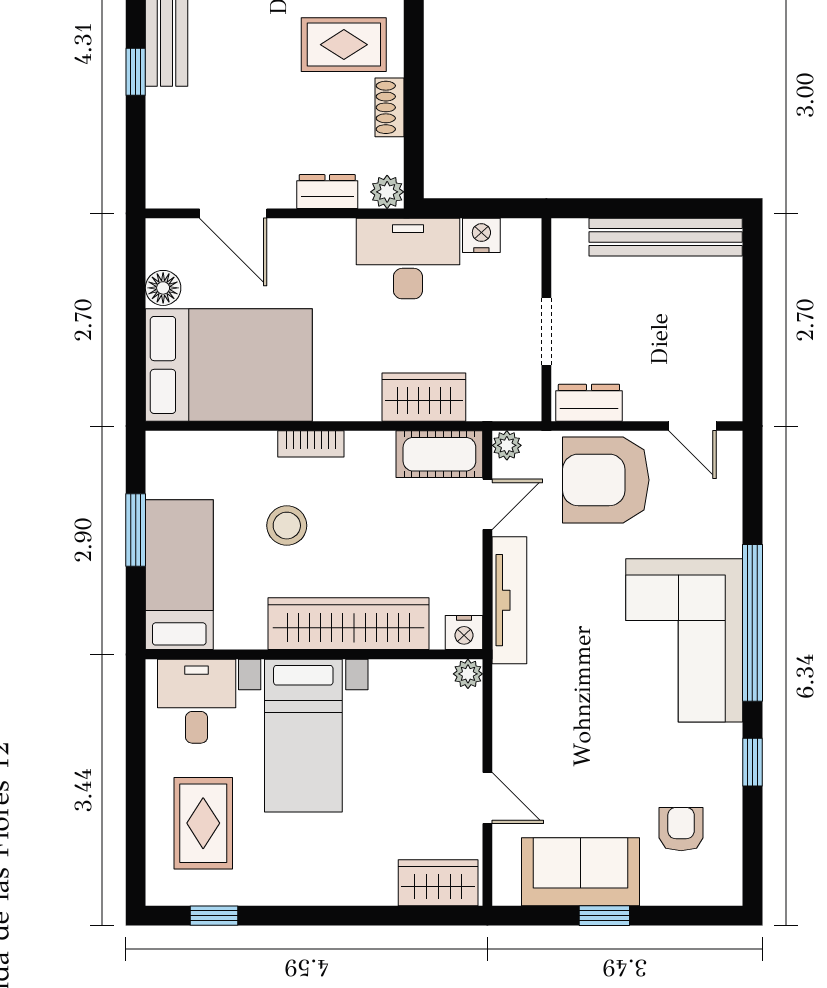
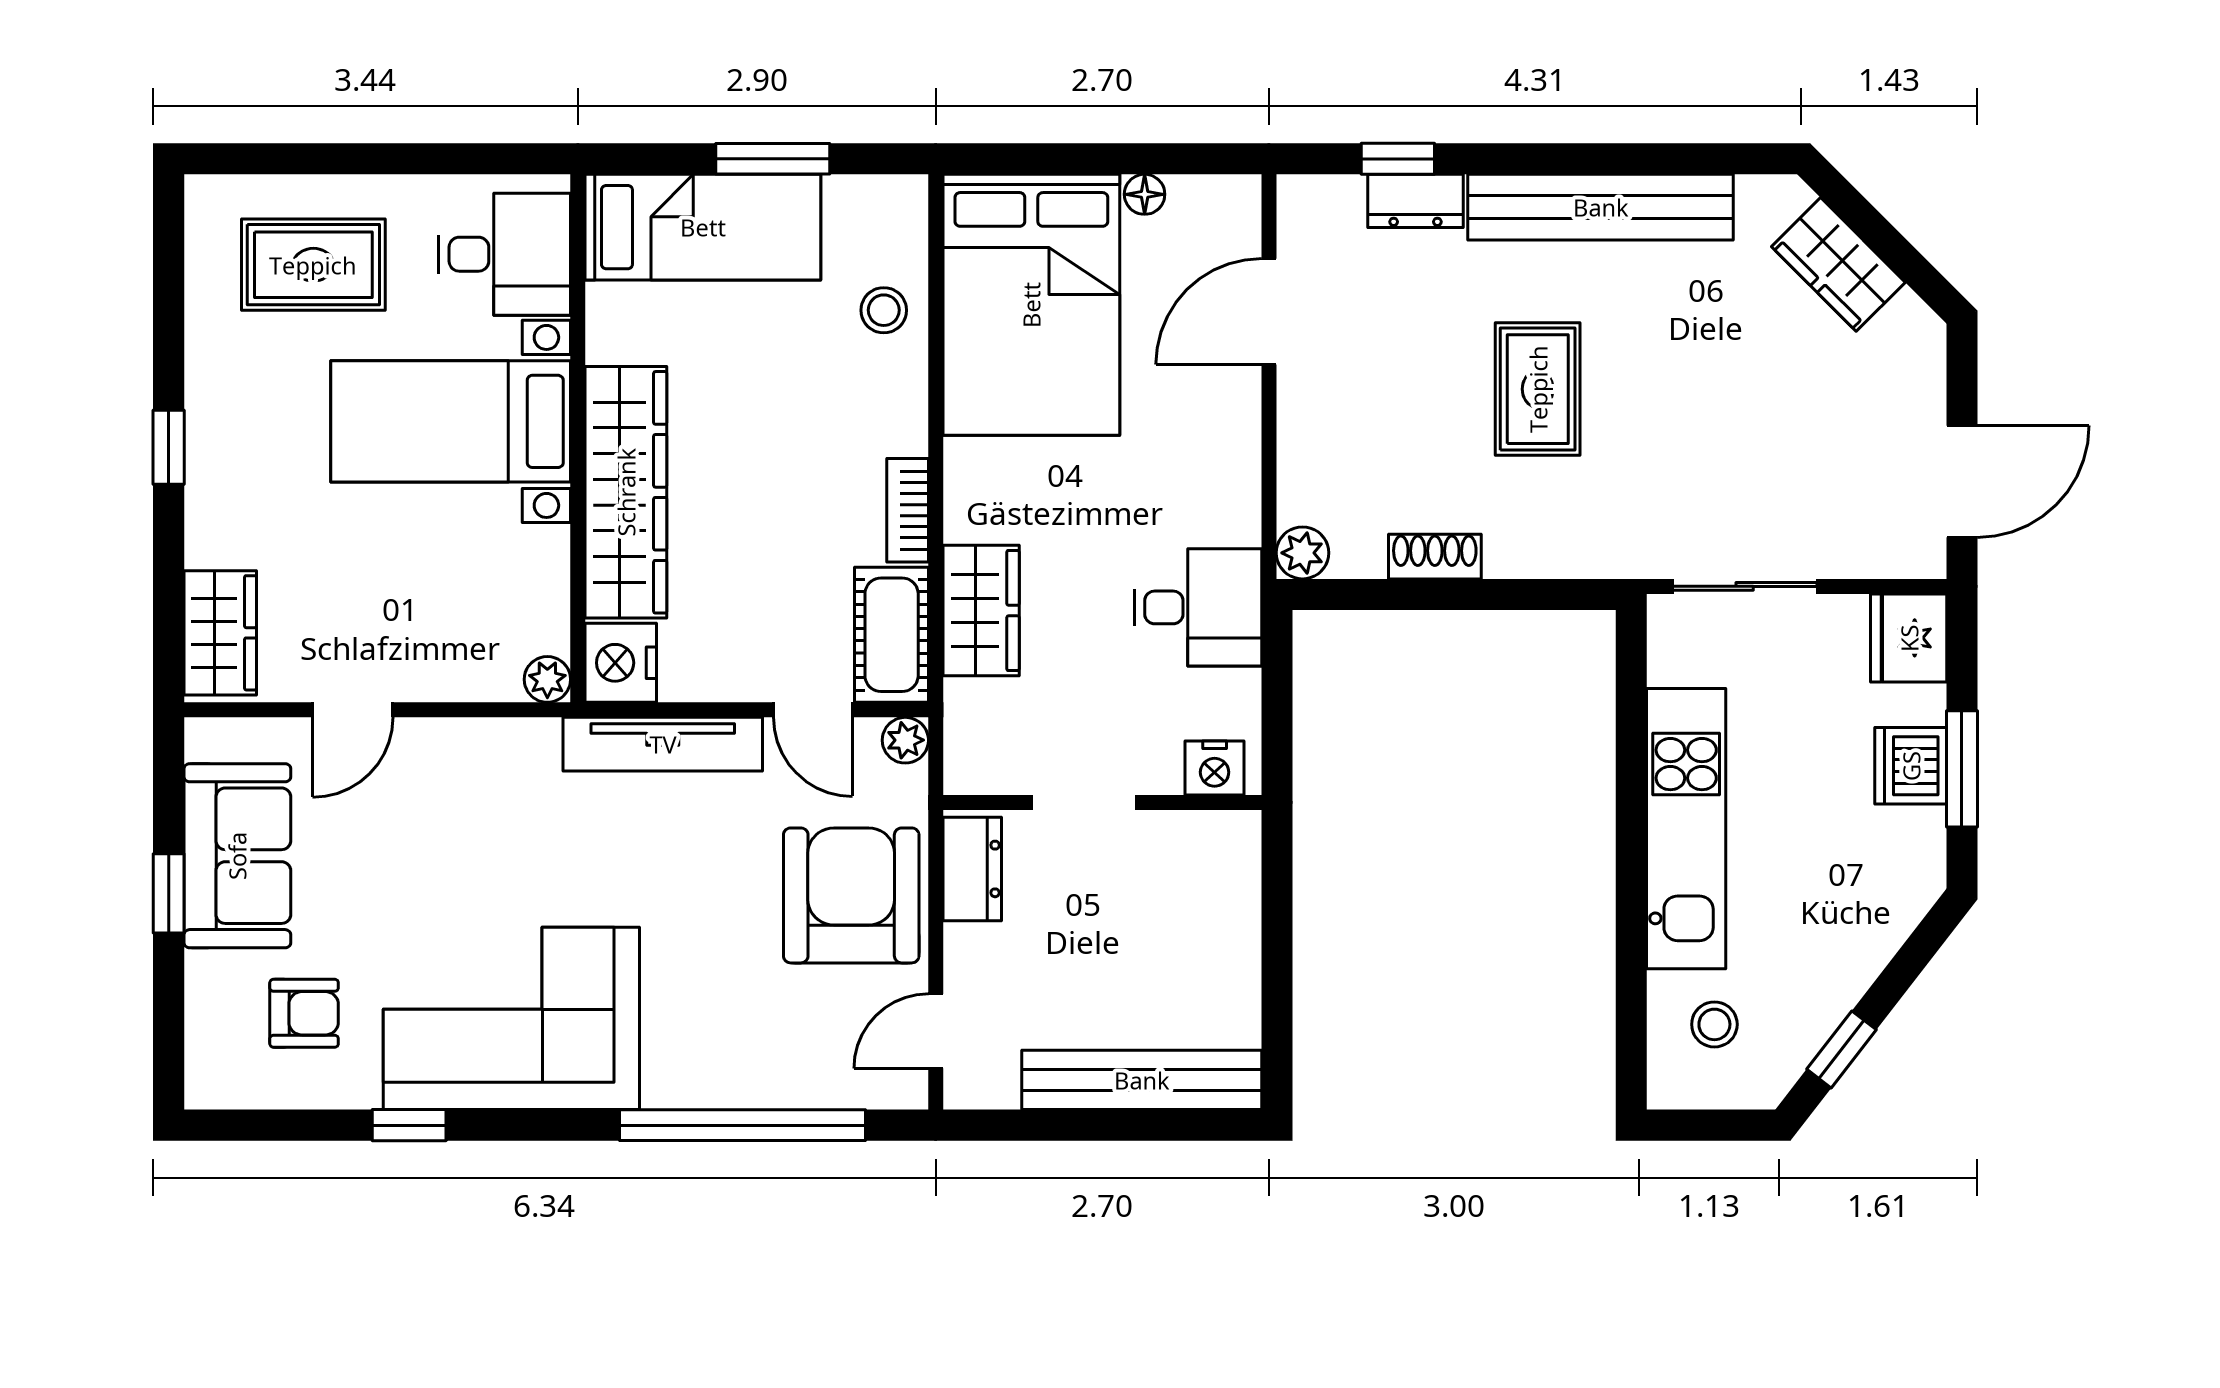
rug: (344, 45) -> (1538, 389), moved
window: (136, 72) -> (1398, 159), moved
dresser: (327, 191) -> (1415, 201), moved, turned 90
nightstand: (481, 235) -> (1215, 768), moved, turned 90
bench: (666, 237) -> (1142, 1080), moved, turned 90
desk: (408, 259) -> (1198, 607), width x0.73
floor lamp: (163, 288) -> (1145, 194), width x0.73, depth x0.73
bookcase: (311, 444) -> (908, 510), moved
stool: (287, 526) -> (884, 310), moved, width x0.73, depth x0.73
window: (752, 623) -> (742, 1125), moved
nightstand: (464, 633) -> (621, 663), width x1.36, depth x1.33
corner sofa: (684, 640) -> (511, 1018), moved
window: (214, 916) -> (169, 447), moved

